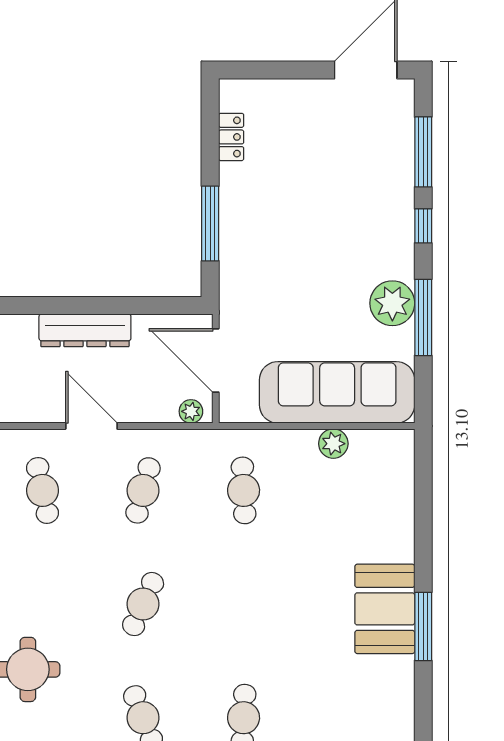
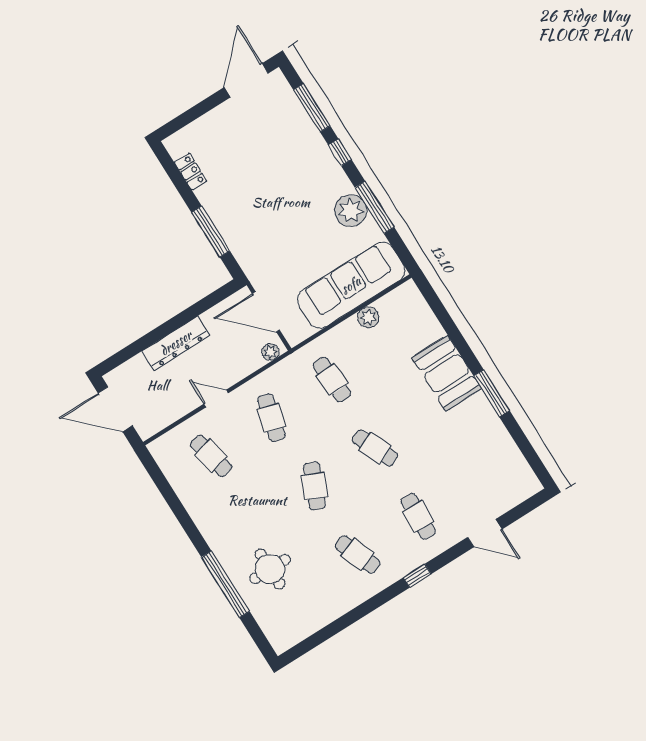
door: (91, 426) -> (216, 398), width x0.73
cafe table: (244, 604) -> (375, 448), added
booth: (385, 609) -> (447, 373), moved

